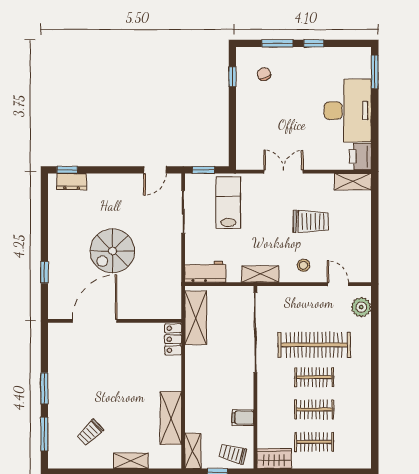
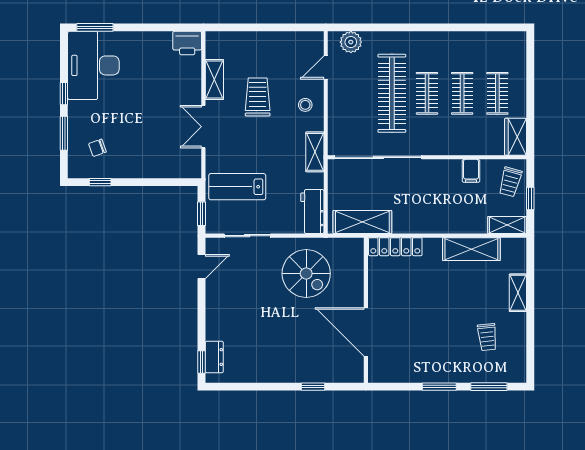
desk: (348, 111) -> (93, 65), moved, turned -90
door: (155, 170) -> (201, 267), hinge flipped
shelving: (353, 182) -> (214, 80), moved
spiral stairs: (112, 251) -> (306, 274), moved
locker: (173, 339) -> (395, 247), width x1.53
trolley: (90, 433) -> (487, 337), turned 38

